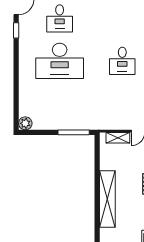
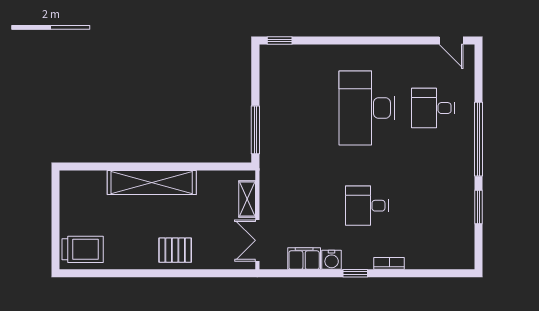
window: (16, 30) -> (280, 40), moved
plant: (25, 123) -> (270, 55), removed

